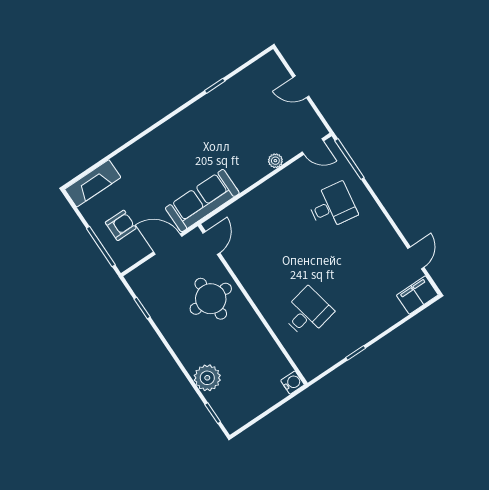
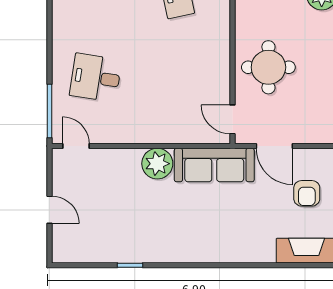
plant: (275, 161) -> (157, 164), moved, width x1.88, depth x1.88
armchair: (121, 225) -> (307, 193), turned -90
door: (211, 243) -> (233, 119), hinge flipped

